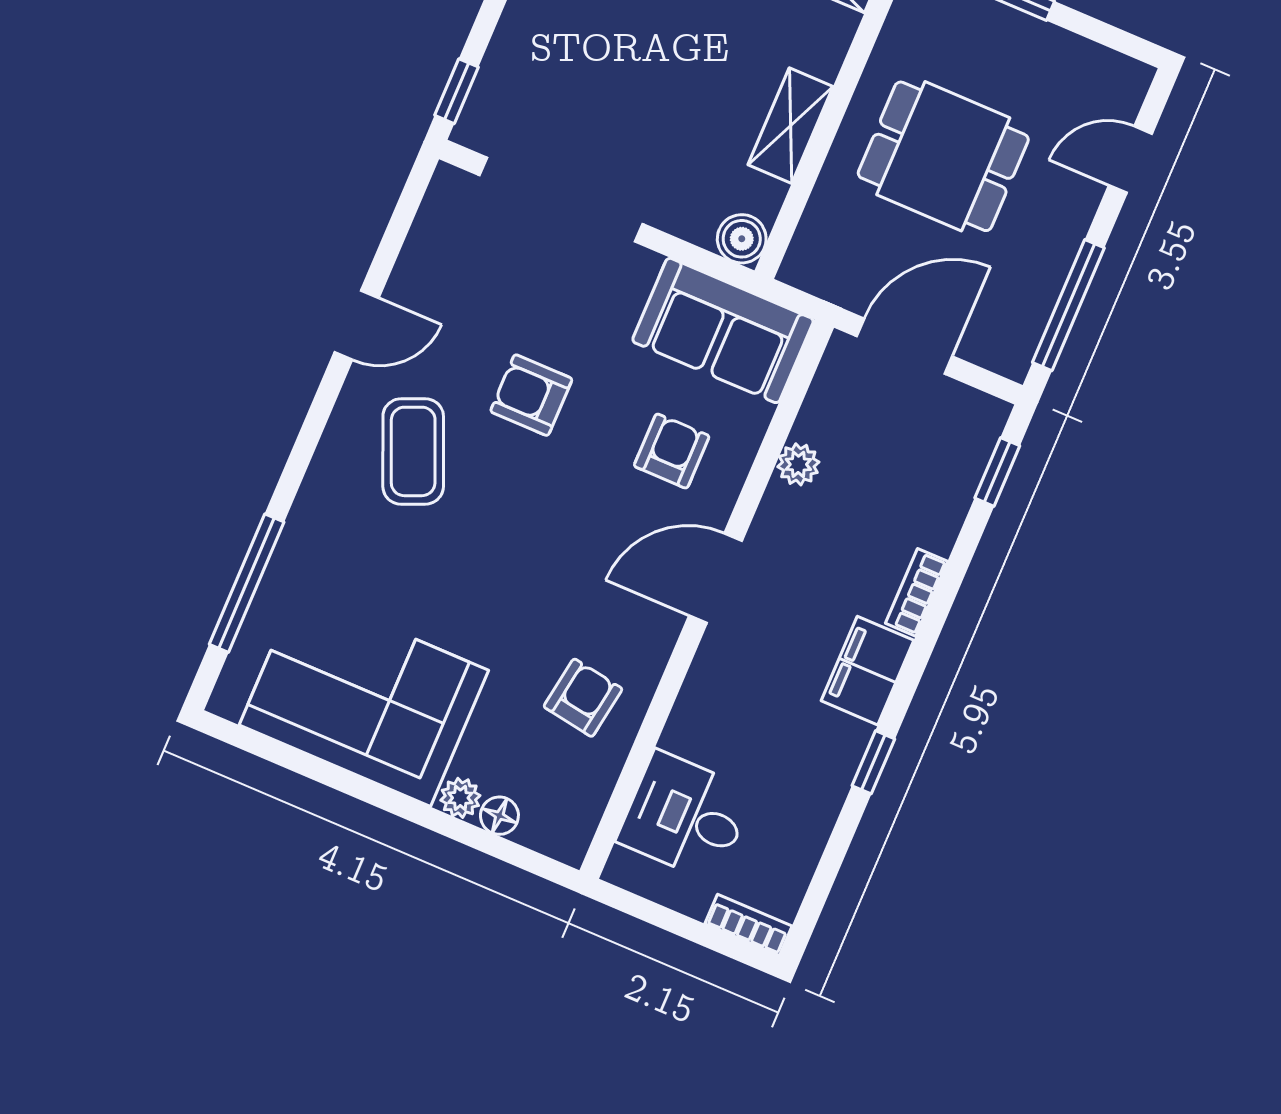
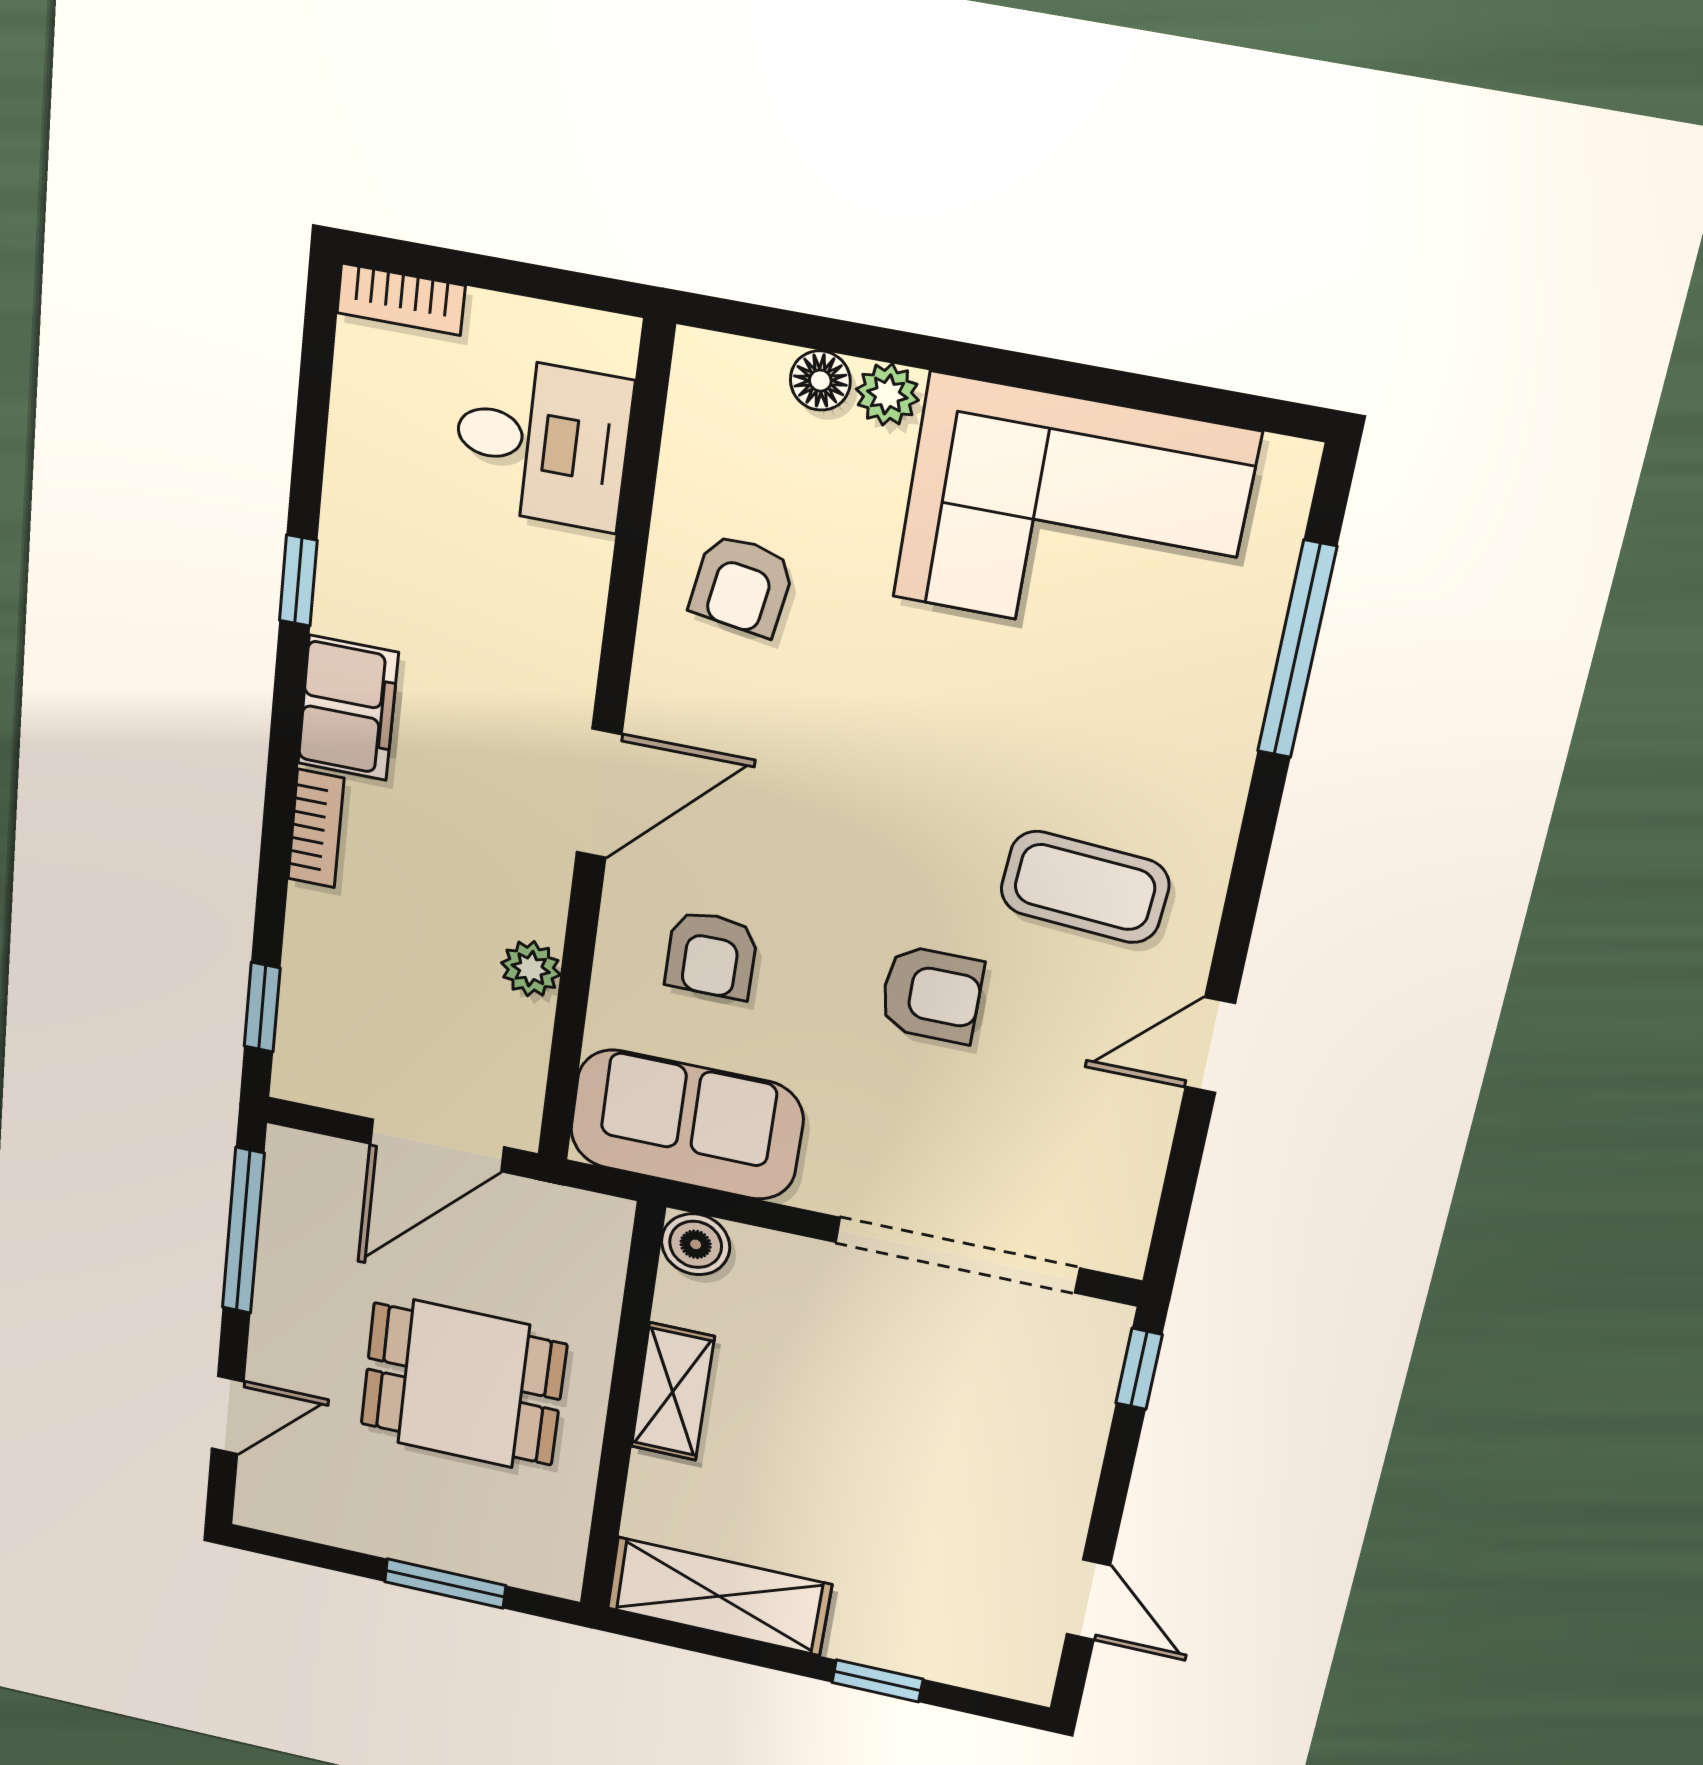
coffee table: (413, 451) -> (1085, 887), turned -63

